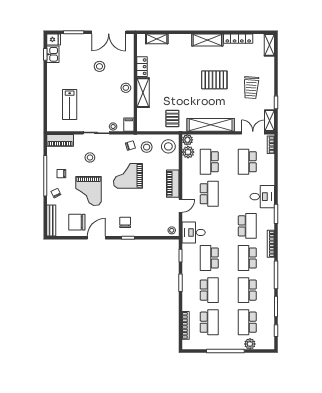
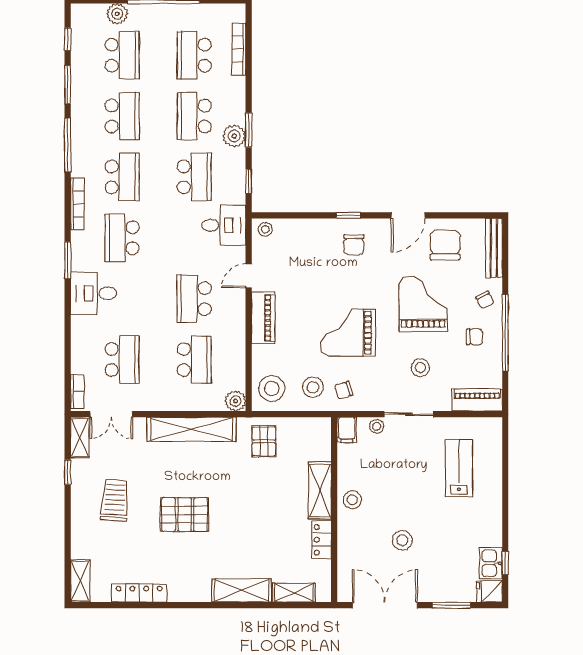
shelving: (207, 40) -> (242, 590), moved
plant: (188, 152) -> (234, 136), moved
grand piano: (128, 176) -> (348, 333), turned 180
chair: (77, 222) -> (445, 245), turned -90

